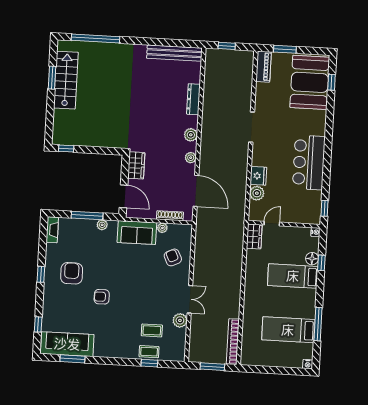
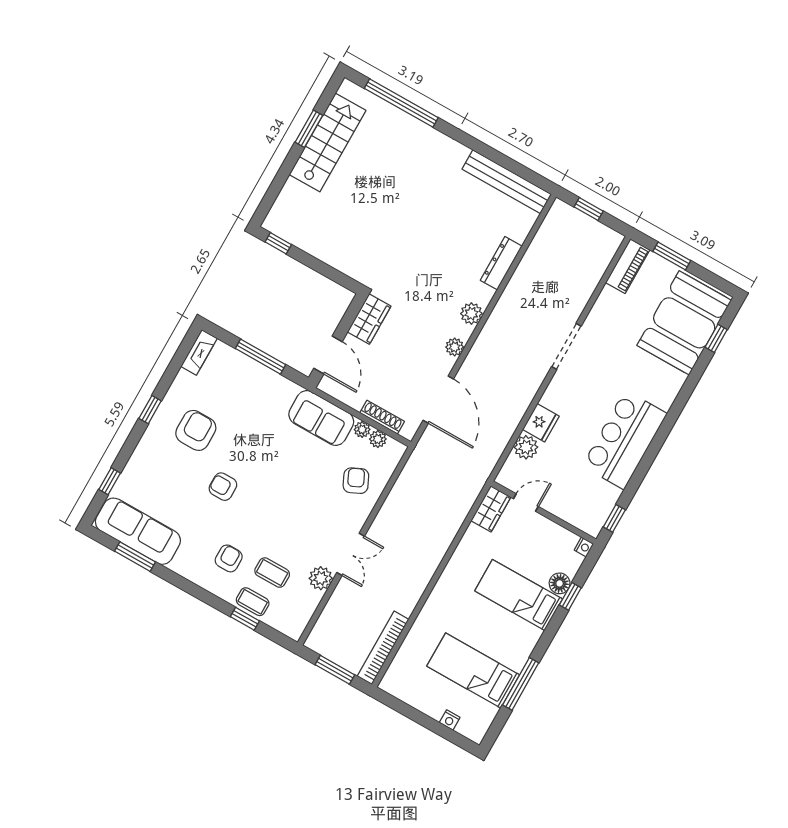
plant: (102, 225) -> (378, 439), moved
armchair: (124, 334) -> (229, 558), added
nightstand: (308, 364) -> (450, 720), moved

